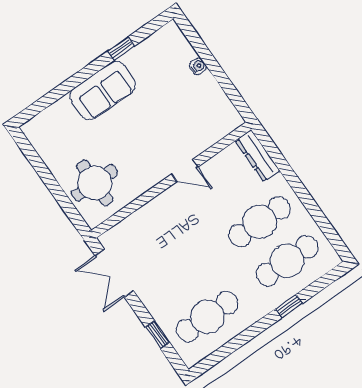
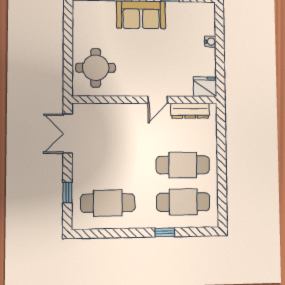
fridge: (226, 120) -> (205, 87), added
dresser: (257, 156) -> (190, 111), moved, turned -90
door: (185, 171) -> (158, 100), hinge flipped

